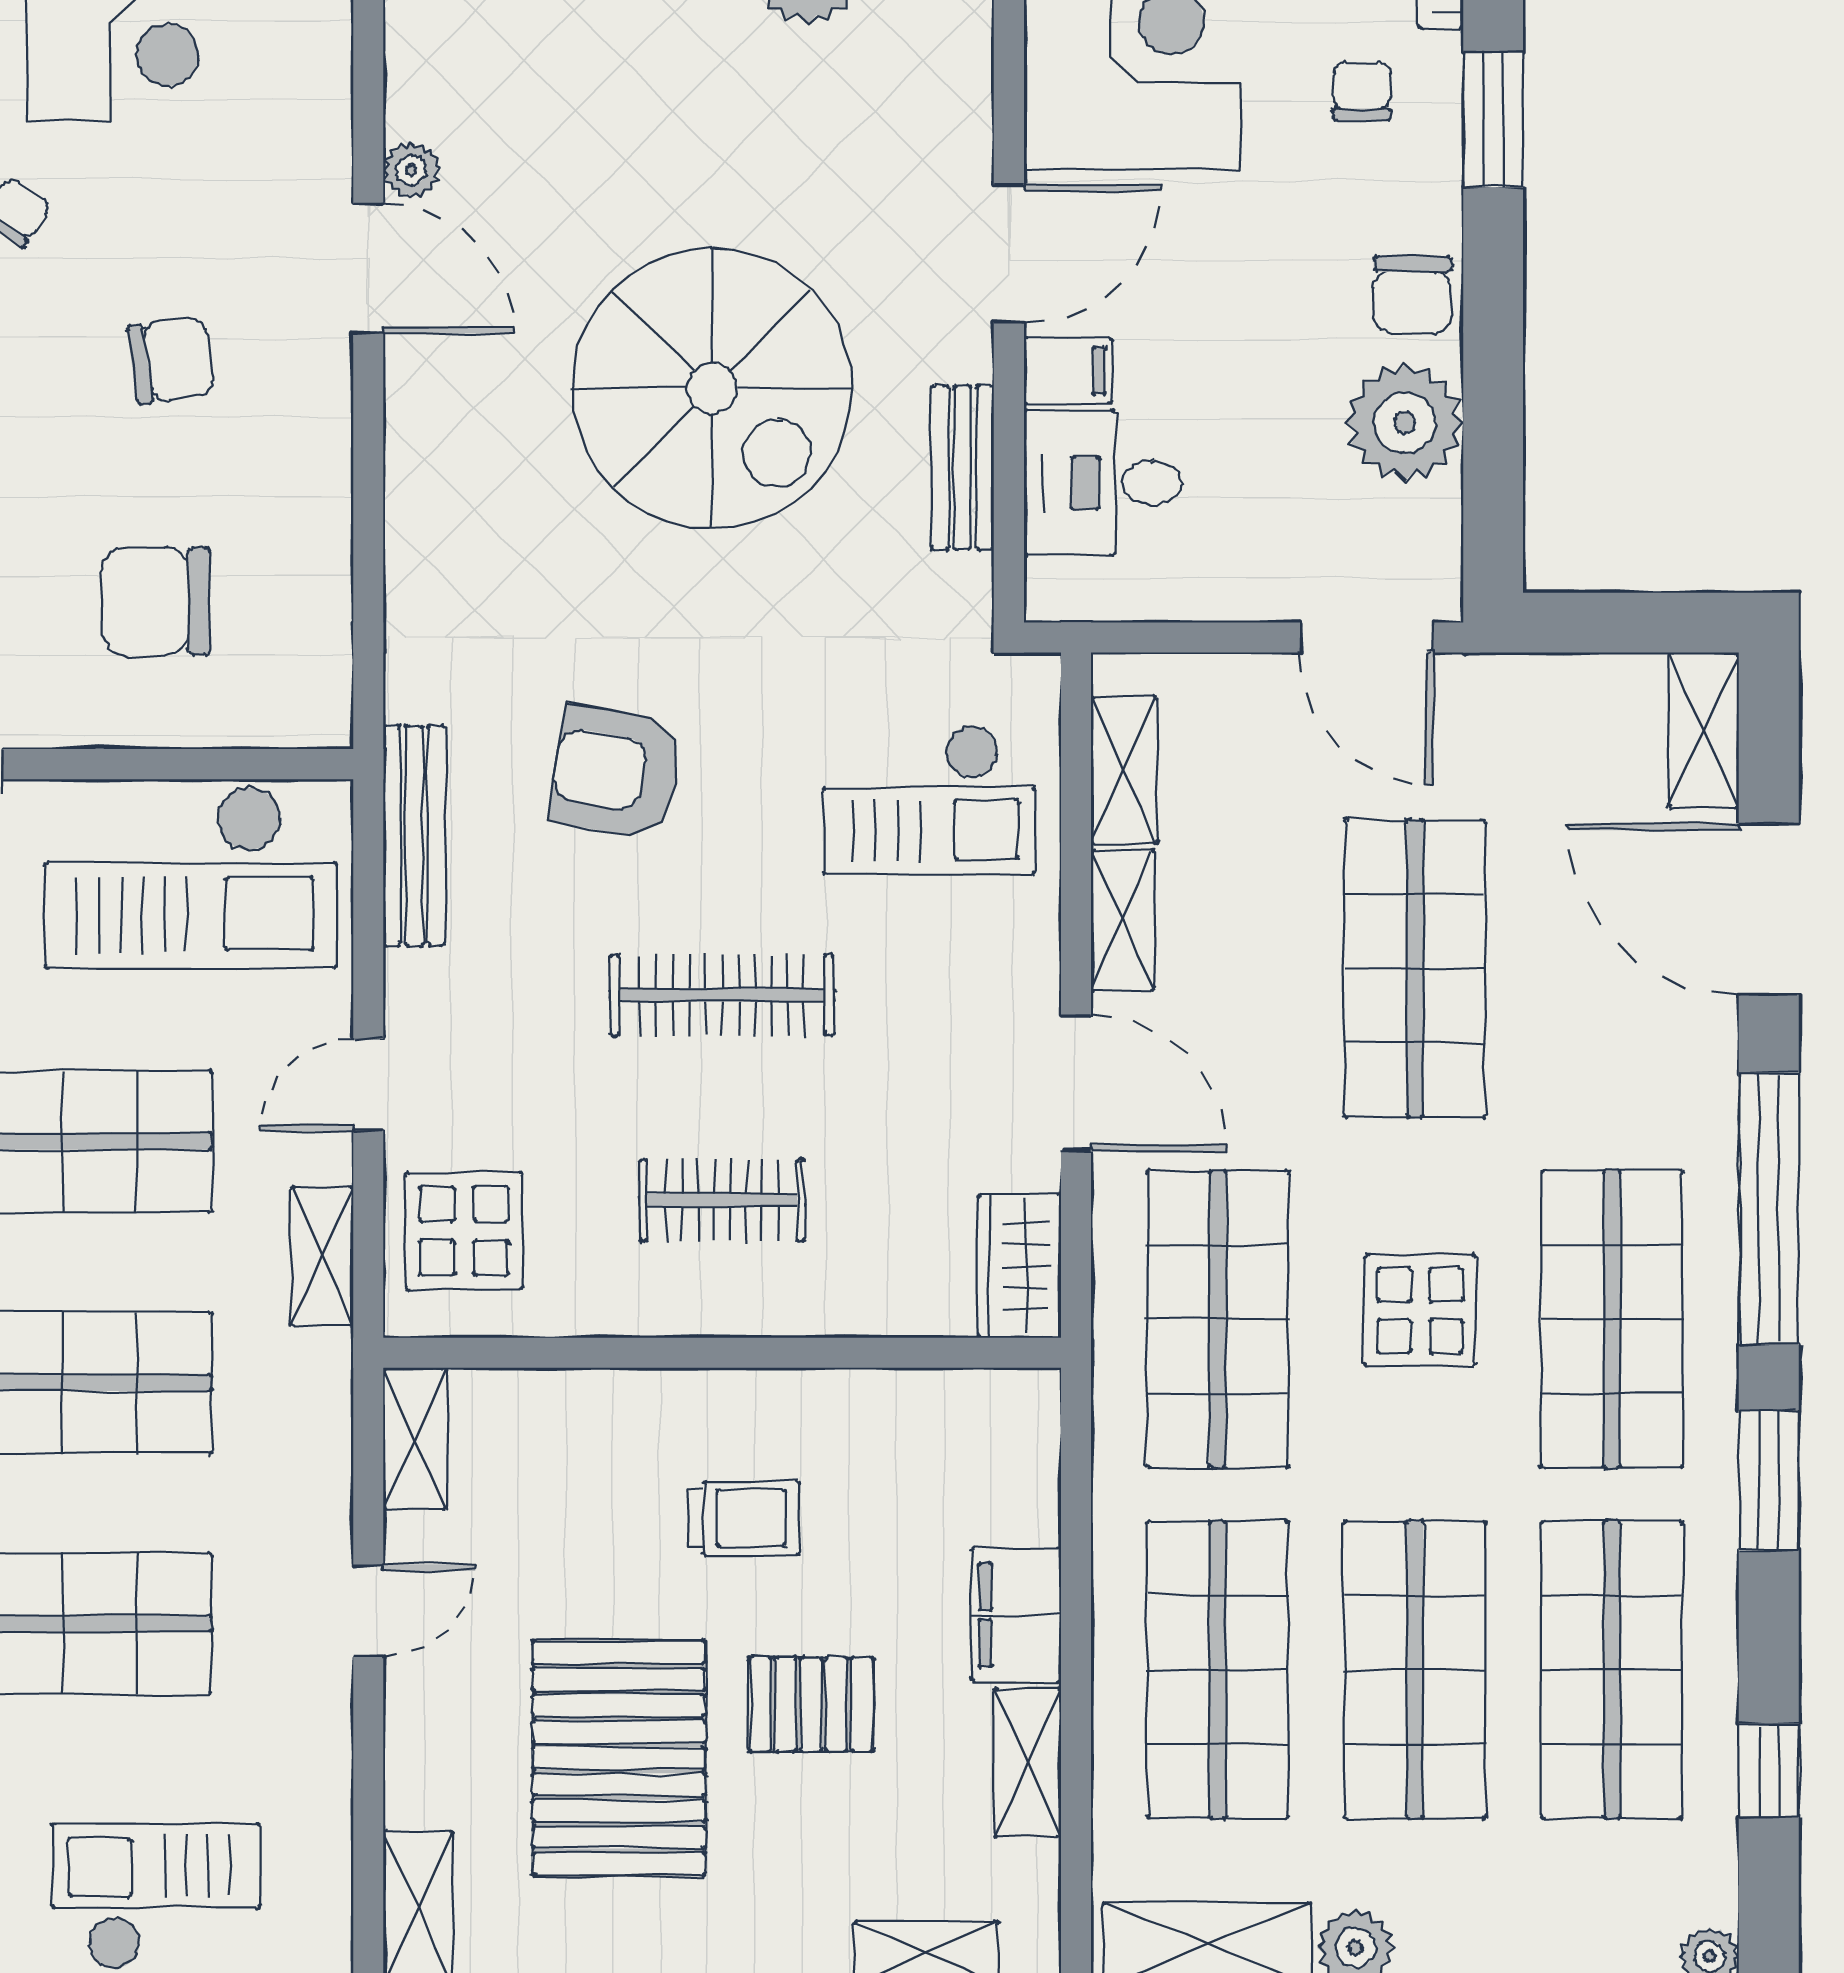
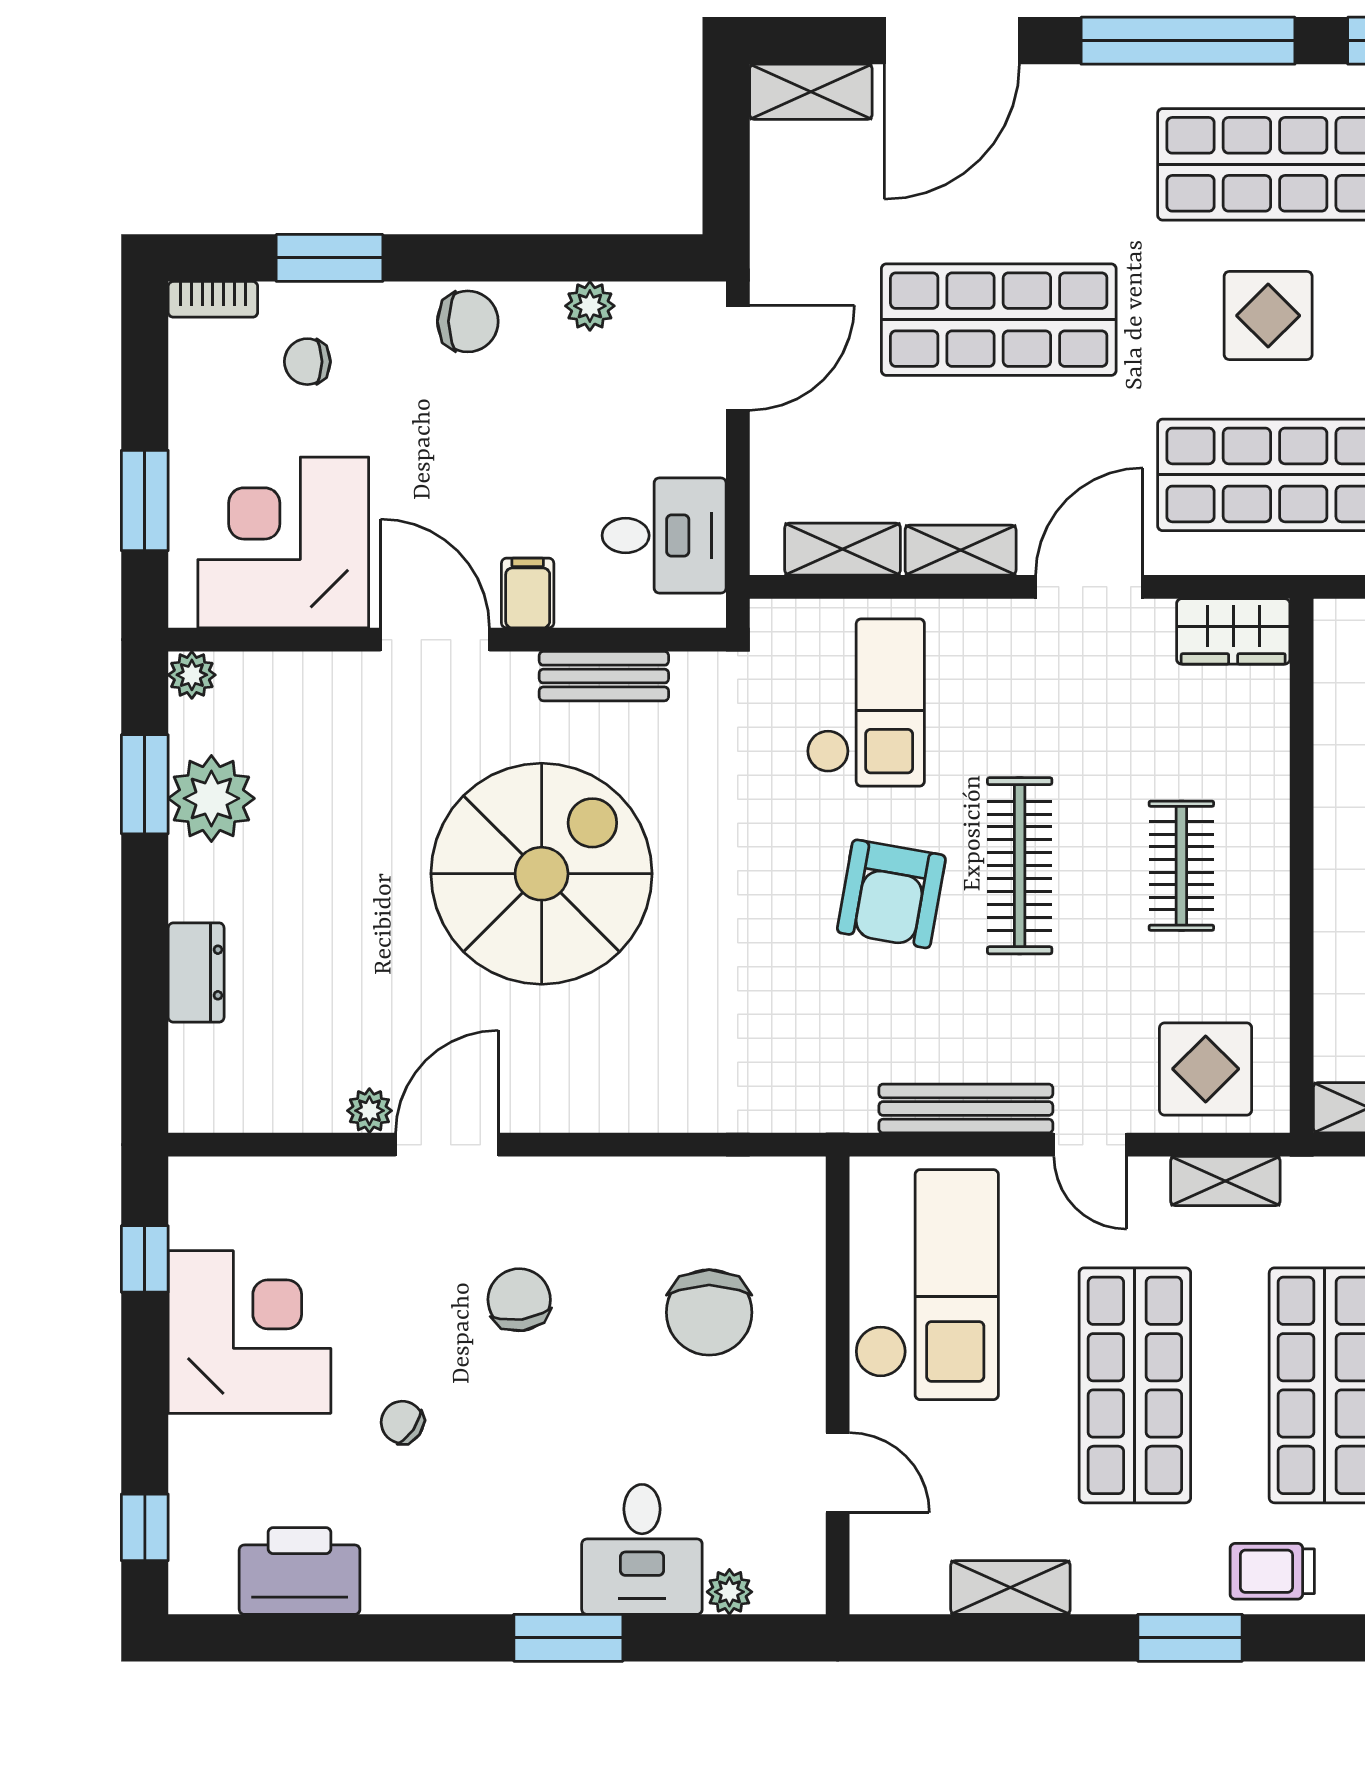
plant: (1405, 423) -> (590, 306), width x0.53, depth x0.53
desk: (1102, 483) -> (664, 535), moved, turned -90
armchair: (616, 772) -> (891, 894), moved
bench: (414, 836) -> (966, 1109), moved

